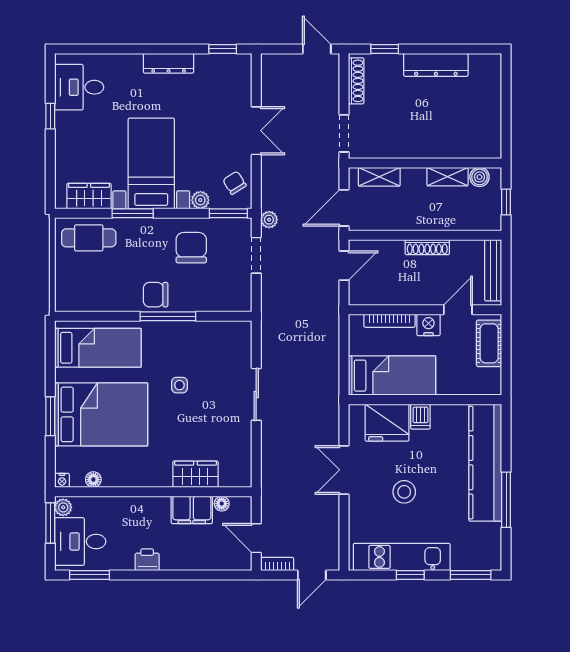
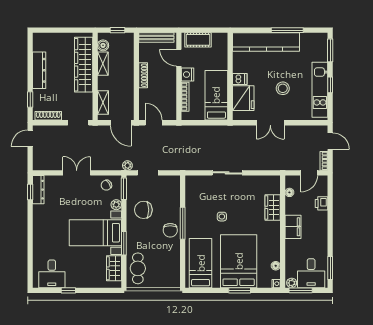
dresser: (169, 63) -> (38, 190), moved
wardrobe: (446, 143) -> (84, 65), added
filing cabinet: (192, 510) -> (293, 227), moved
printer: (147, 560) -> (321, 203), moved

